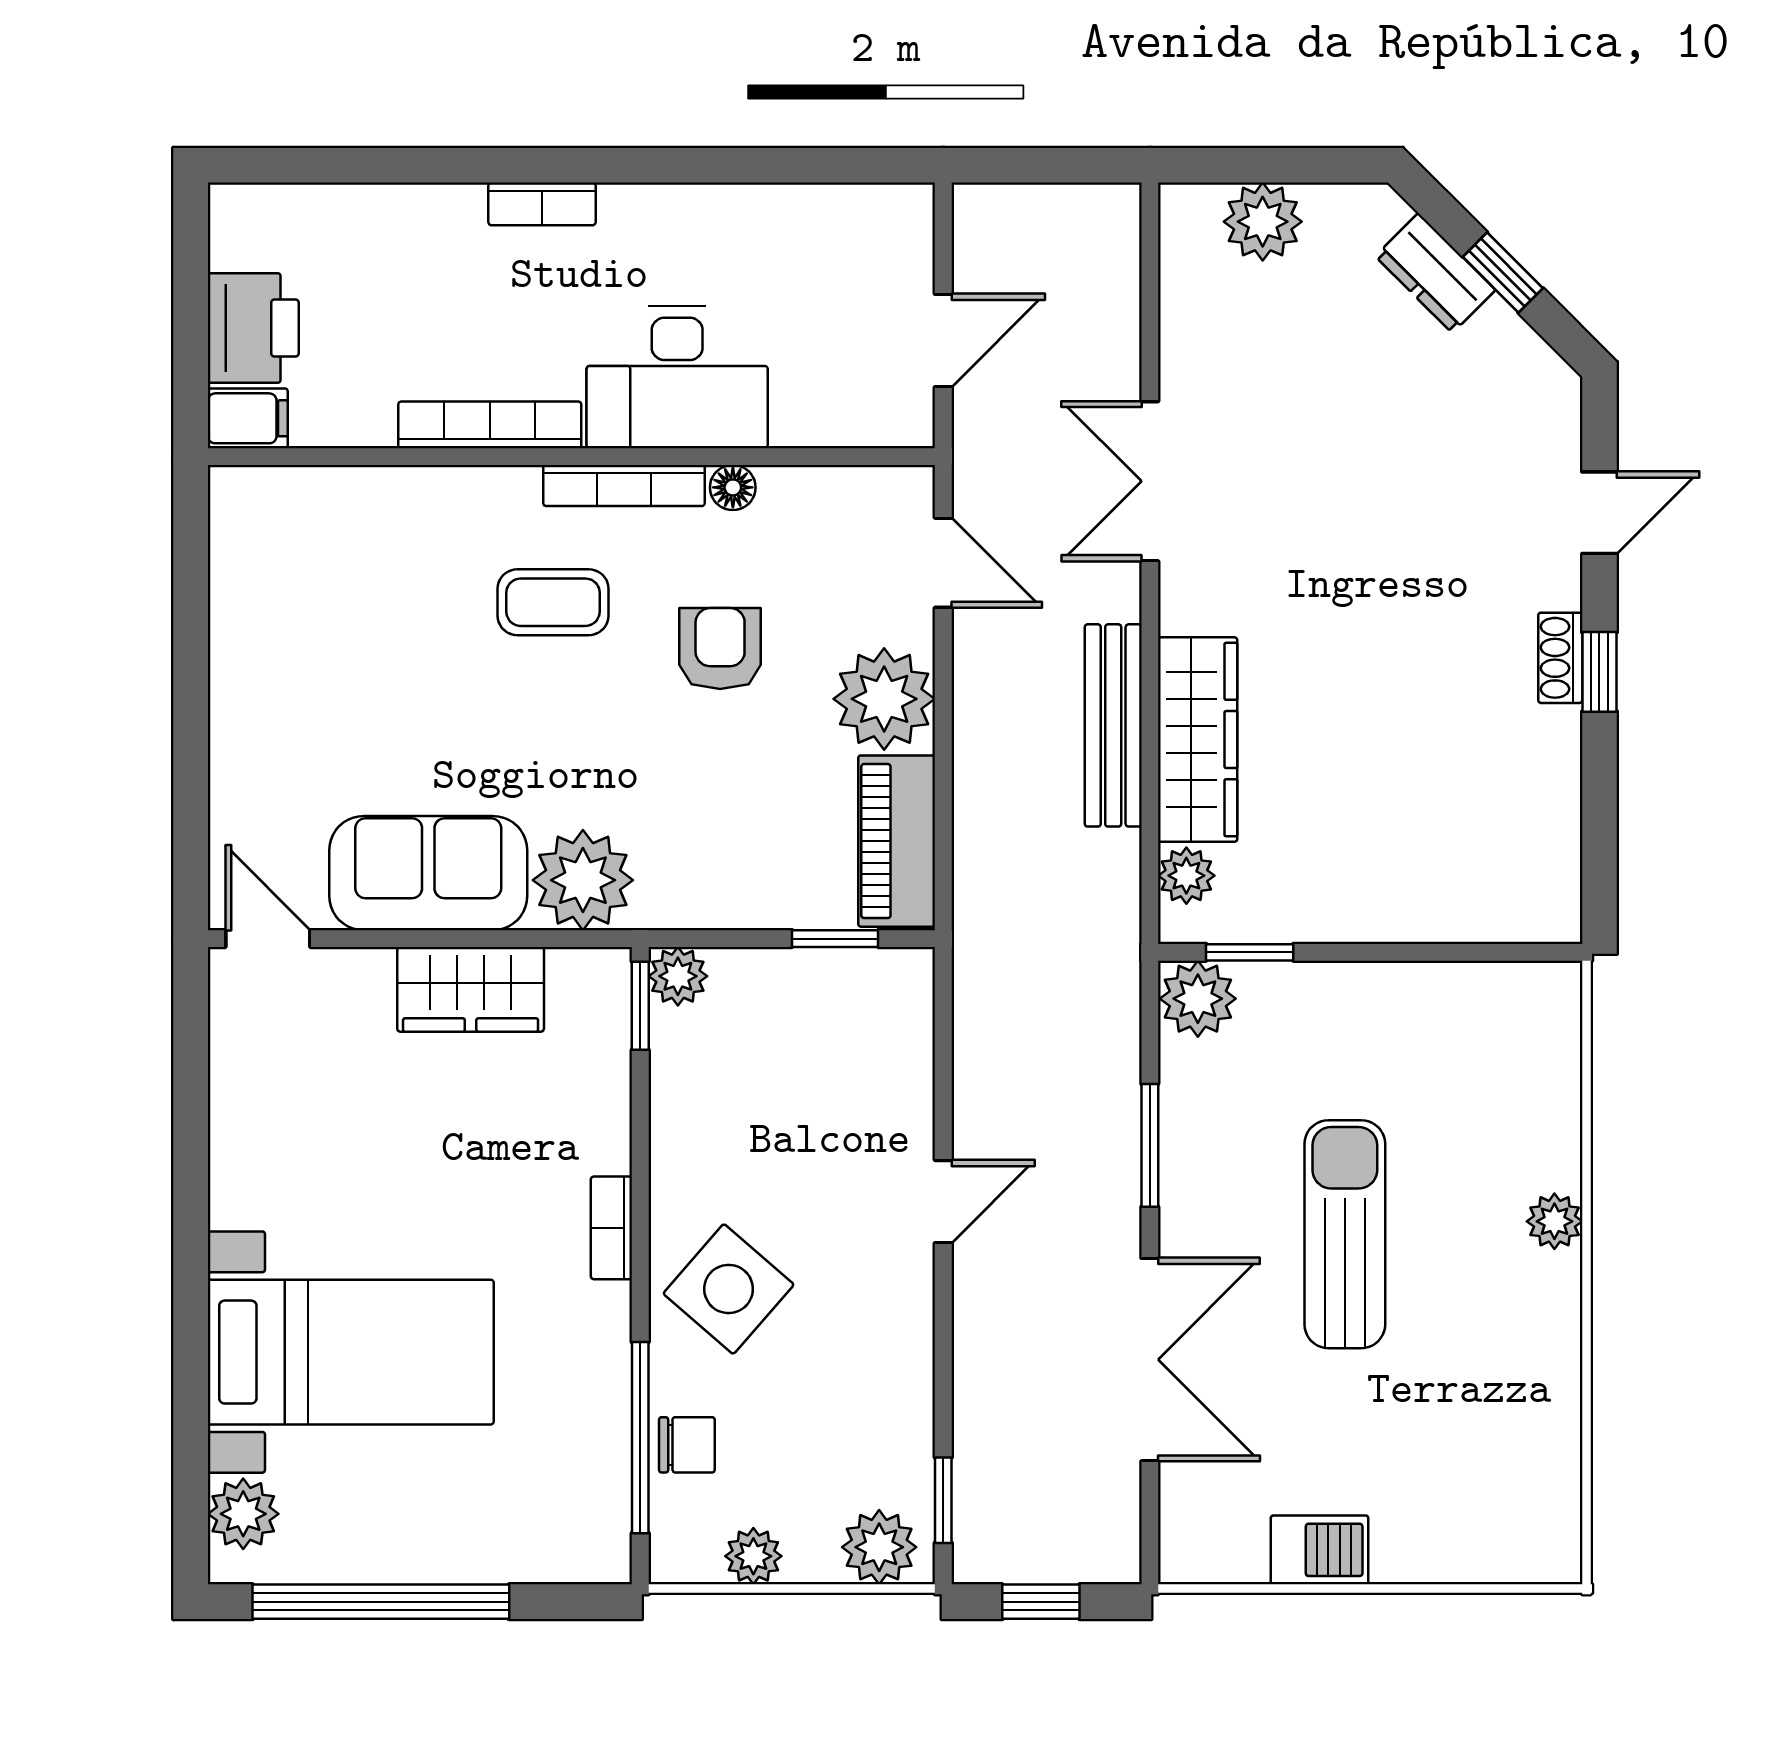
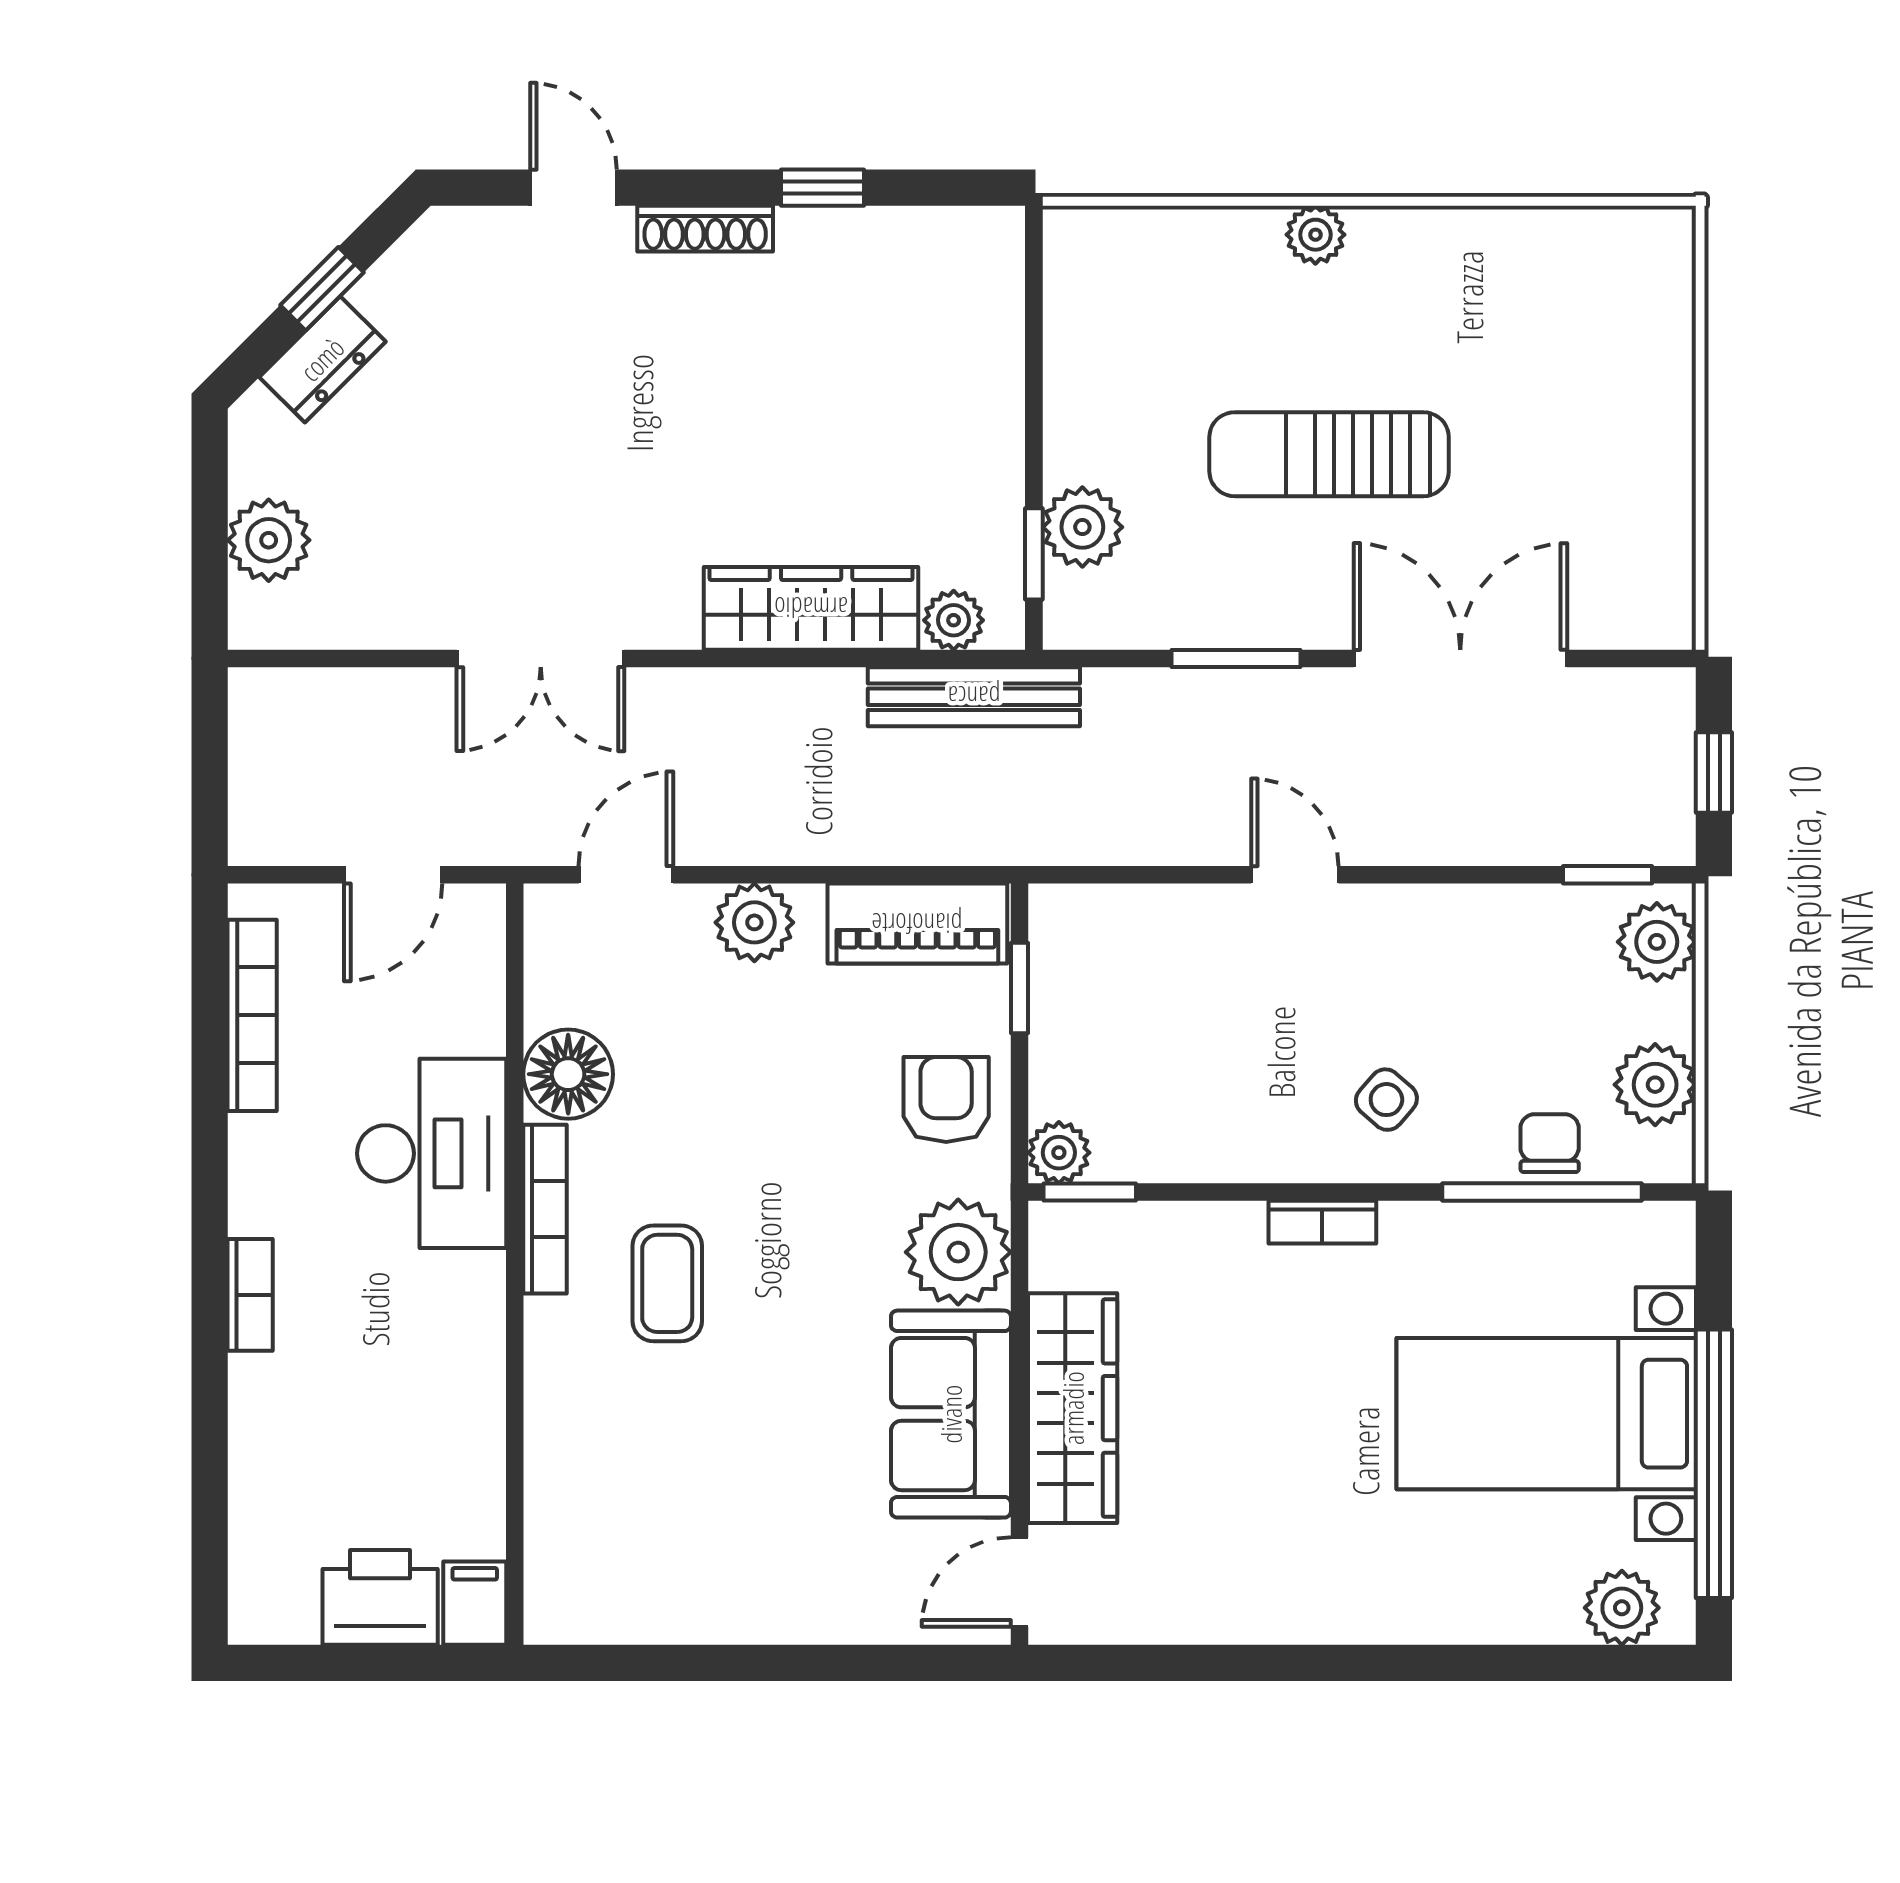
door: (943, 340) -> (393, 875), swing flipped
bookcase: (490, 425) -> (252, 1015), moved, turned 180
floor lamp: (733, 487) -> (568, 1074), width x1.89, depth x1.89
armchair: (720, 649) -> (946, 1100), moved, turned 90
shoe rack: (1560, 658) -> (705, 229), width x1.43
window: (1599, 672) -> (823, 188), moved
plant: (884, 699) -> (754, 922), width x0.73, depth x0.73
bench: (1113, 725) -> (974, 697), moved
wardrobe: (471, 989) -> (1073, 1408), width x1.50
plant: (1198, 999) -> (1082, 527), moved
side table: (729, 1289) -> (1386, 1100), width x0.54, depth x0.54
bed with nightstands: (351, 1352) -> (1546, 1414), moved, turned -90
barbecue: (1319, 1550) -> (1660, 481), removed
plant: (753, 1556) -> (1655, 1085), width x1.38, depth x1.38

